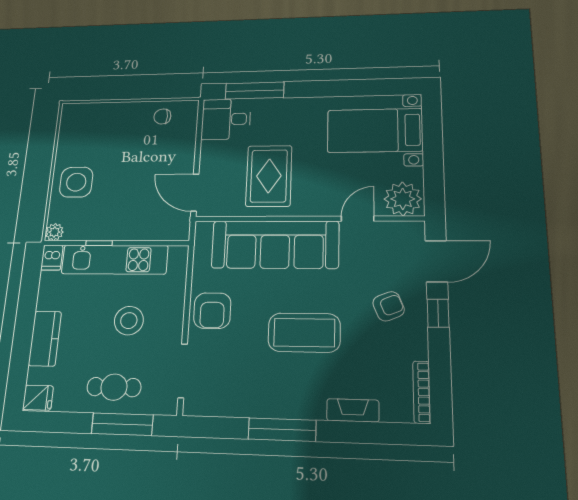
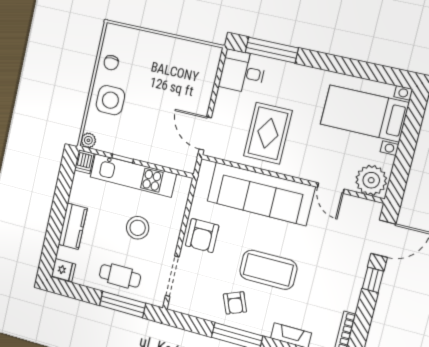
chair: (162, 116) -> (111, 63), moved, turned -90
door: (358, 219) -> (331, 188), swing flipped
armchair: (389, 306) -> (235, 303), moved, turned 90

